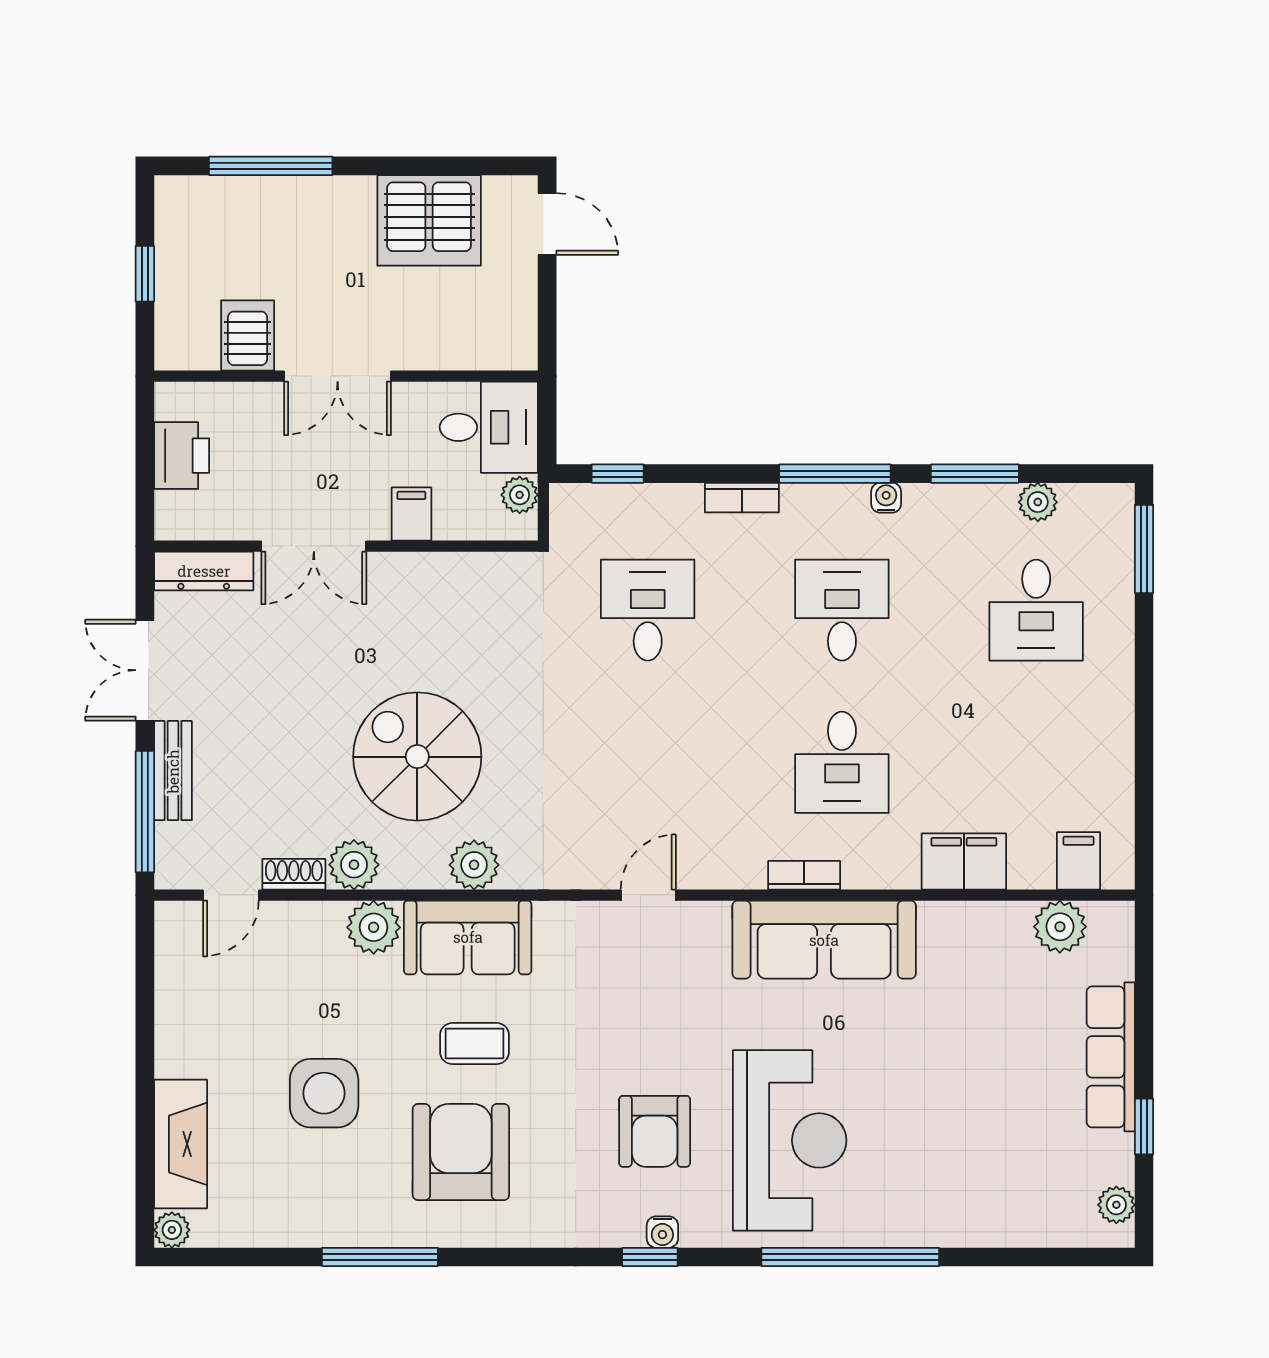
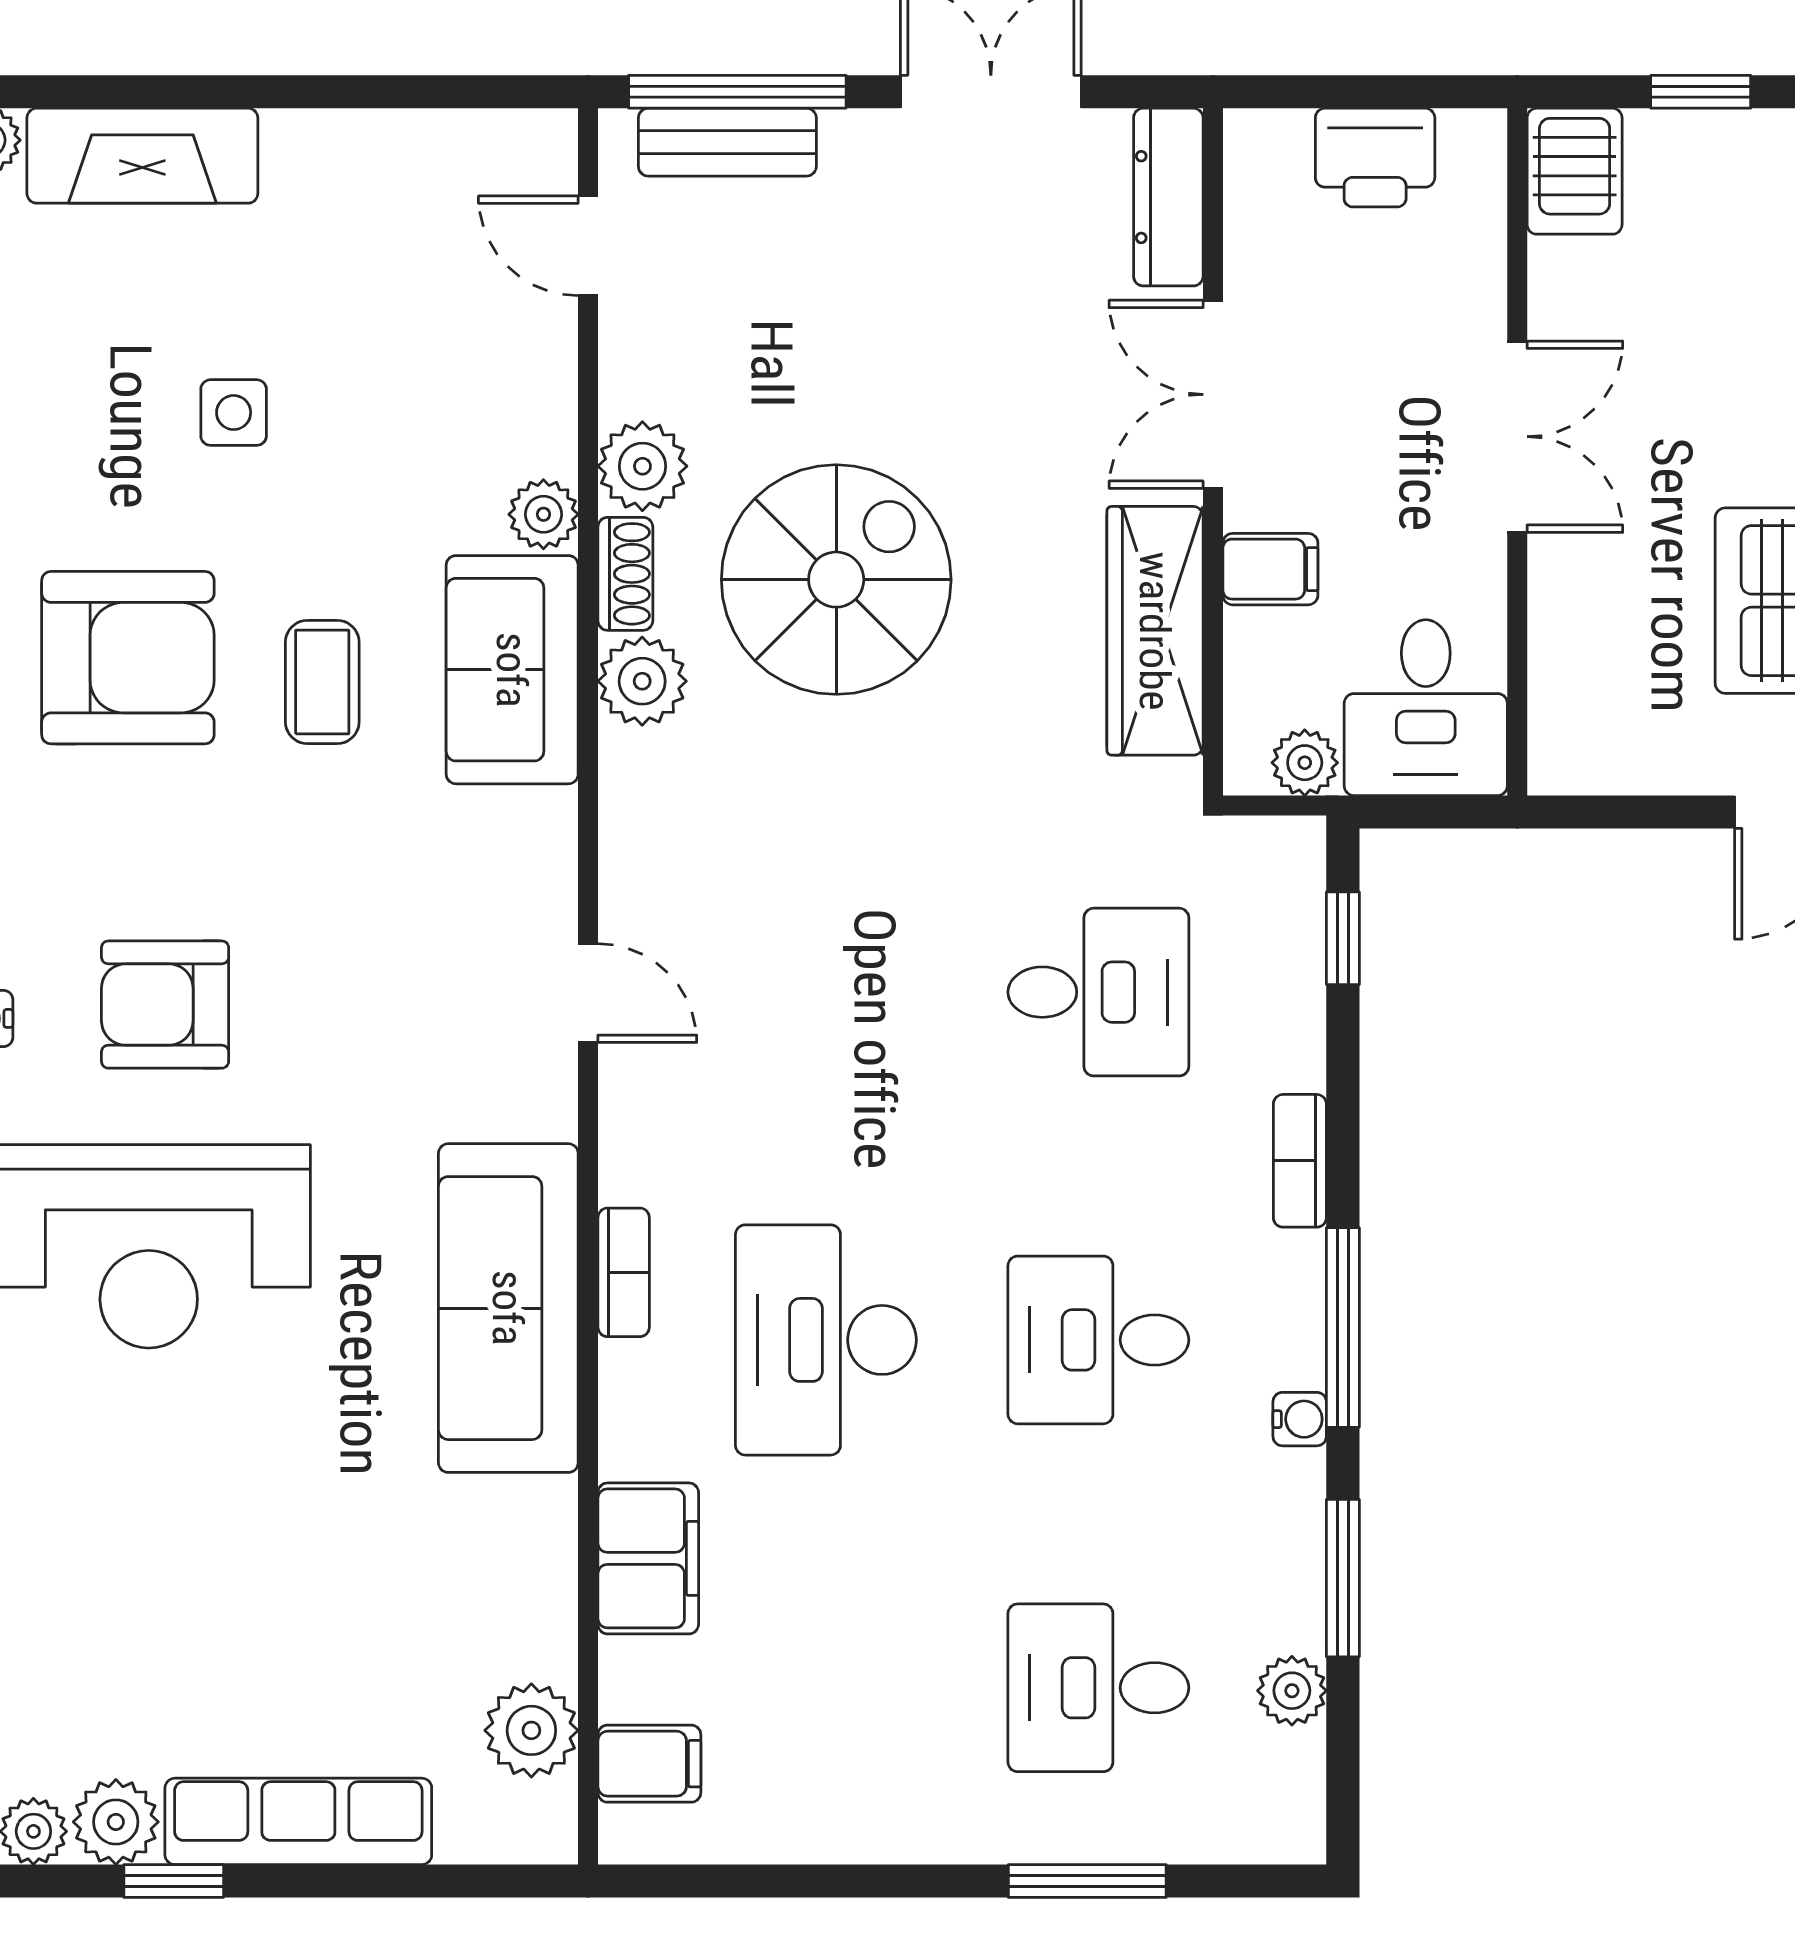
server rack: (248, 336) -> (1575, 171), moved, turned 90
double door: (338, 376) -> (1517, 437), swing flipped
window: (1144, 549) -> (1087, 1881), moved
wardrobe: (446, 578) -> (1155, 631), added
desk: (842, 610) -> (1098, 1340), turned 180
desk: (842, 762) -> (826, 1340), width x1.37
bench: (173, 771) -> (727, 142), moved
shoe rack: (294, 874) -> (625, 574), moved
plant: (374, 927) -> (543, 514), width x0.73, depth x0.73
side table: (324, 1093) -> (234, 413), width x0.54, depth x0.54
plant: (1111, 1159) -> (116, 1822), added

